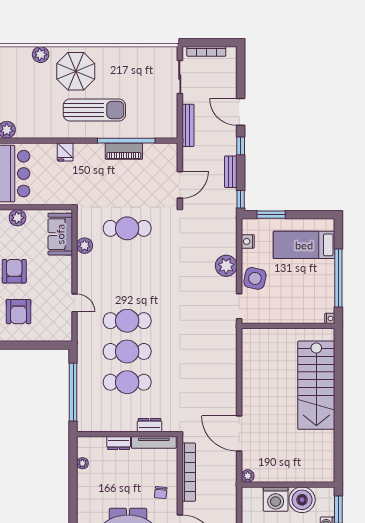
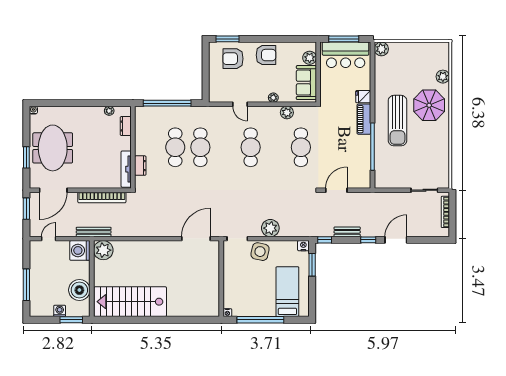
bench: (188, 125) -> (94, 232), moved
piano: (124, 151) -> (364, 119), moved
door: (180, 185) -> (336, 190), swing flipped
sofa: (60, 234) -> (306, 83), moved, turned -90
nightstand: (248, 241) -> (303, 246), moved
plant: (66, 262) -> (273, 98), added
door: (75, 303) -> (240, 104), hinge flipped
cafe table: (127, 321) -> (251, 147), moved
stairs: (316, 385) -> (130, 302), moved
door: (239, 433) -> (196, 239), moved
dresser: (119, 443) -> (126, 126), moved
plant: (248, 476) -> (103, 250), width x1.88, depth x1.88
chair: (161, 493) -> (85, 175), removed
washing machine: (276, 499) -> (80, 250), moved

